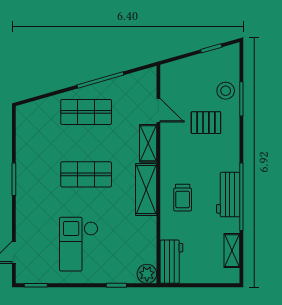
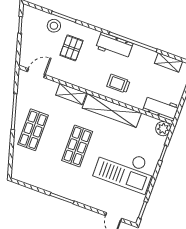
door: (158, 110) -> (36, 73), moved
shelving: (146, 189) -> (112, 110), width x1.47
workbench: (228, 195) -> (114, 46), moved
trolley: (183, 198) -> (118, 84), turned 180
checkout: (79, 244) -> (125, 169), width x1.36, depth x1.21

